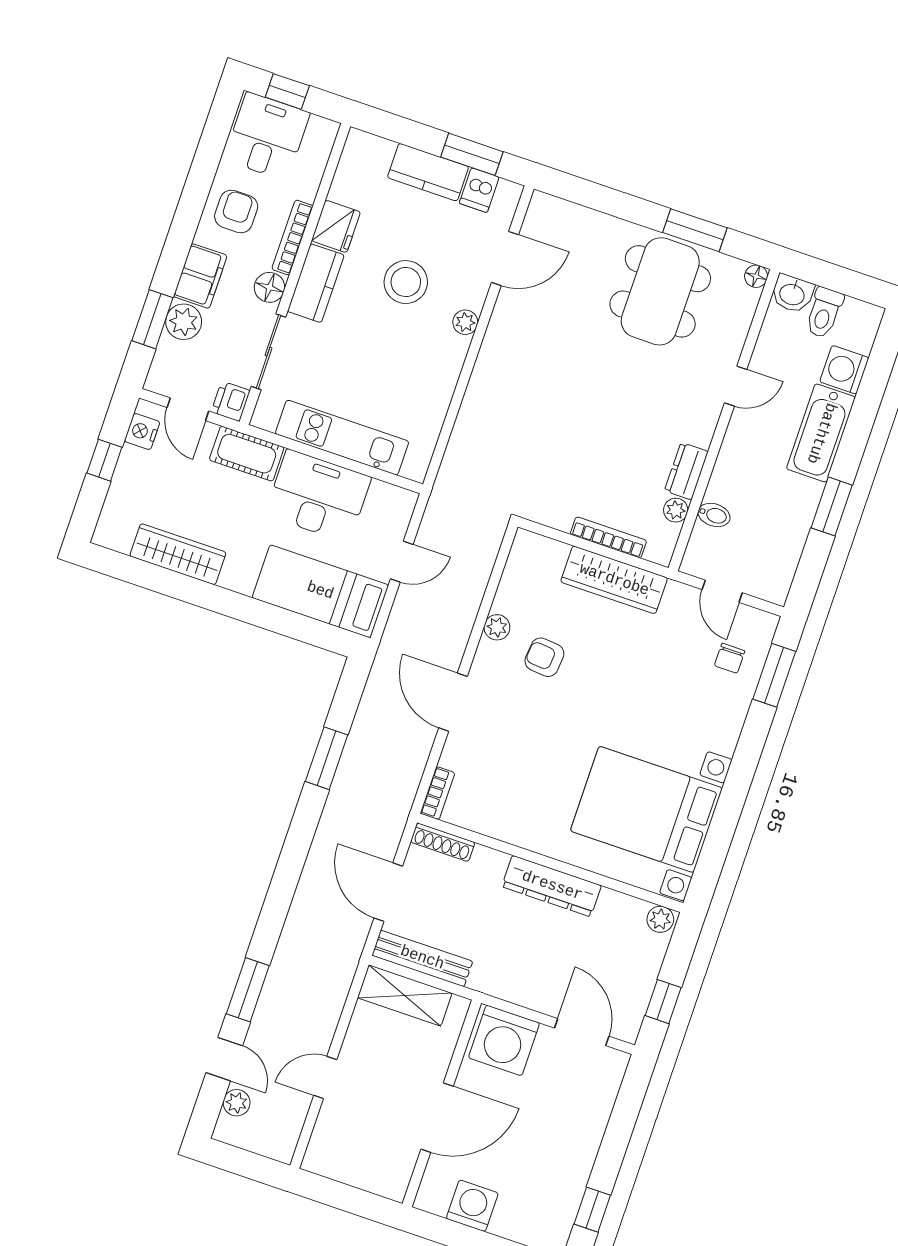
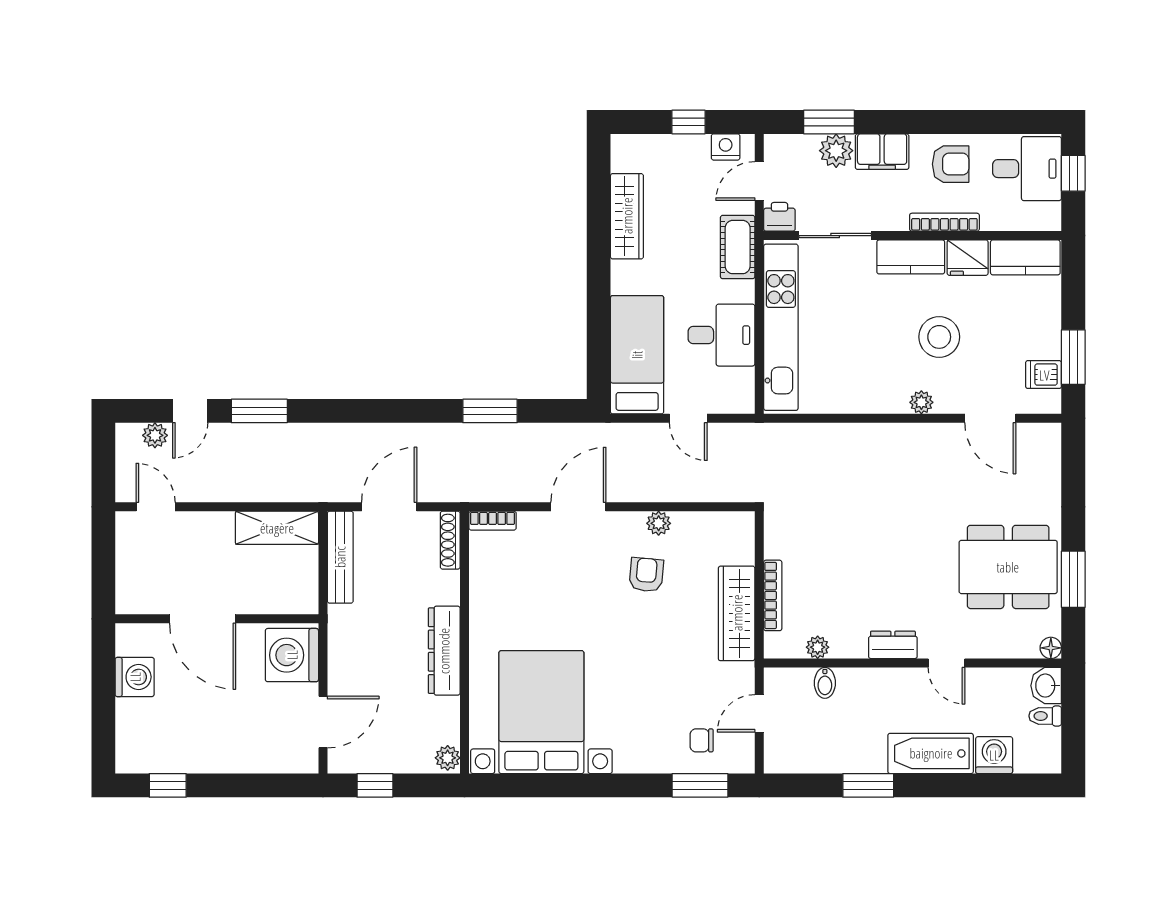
kitchen counter: (428, 172) -> (1025, 257), moved, turned -90
floor lamp: (270, 287) -> (893, 217), removed
toilet: (824, 313) -> (1045, 716), width x0.73, depth x0.72
kitchen unit: (342, 438) -> (781, 327), width x1.36
dresser: (686, 471) -> (893, 645), moved
desk: (318, 496) -> (722, 335), width x0.73
shelving: (405, 995) -> (277, 528), moved, turned 90
door: (325, 1077) -> (156, 507), moved

